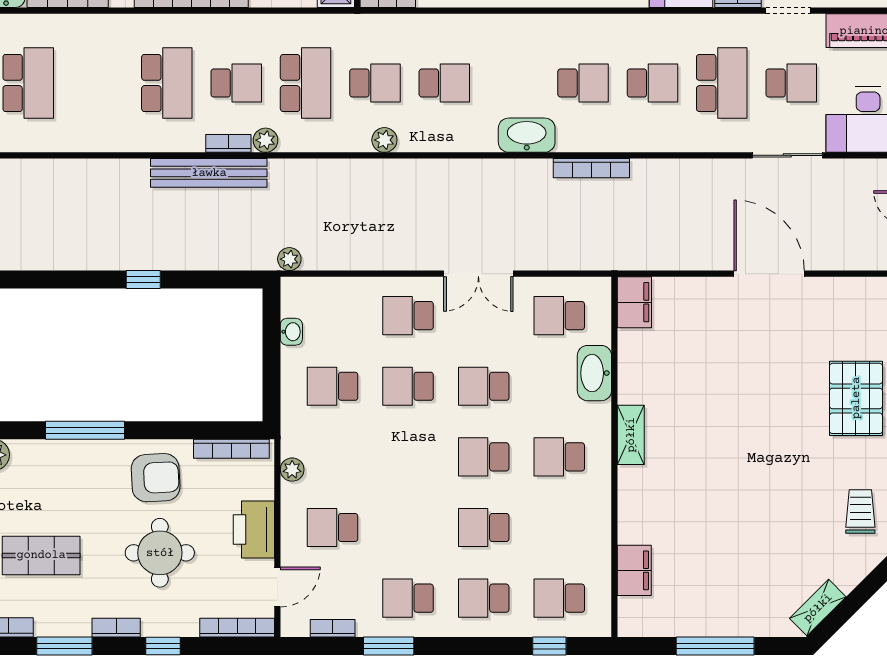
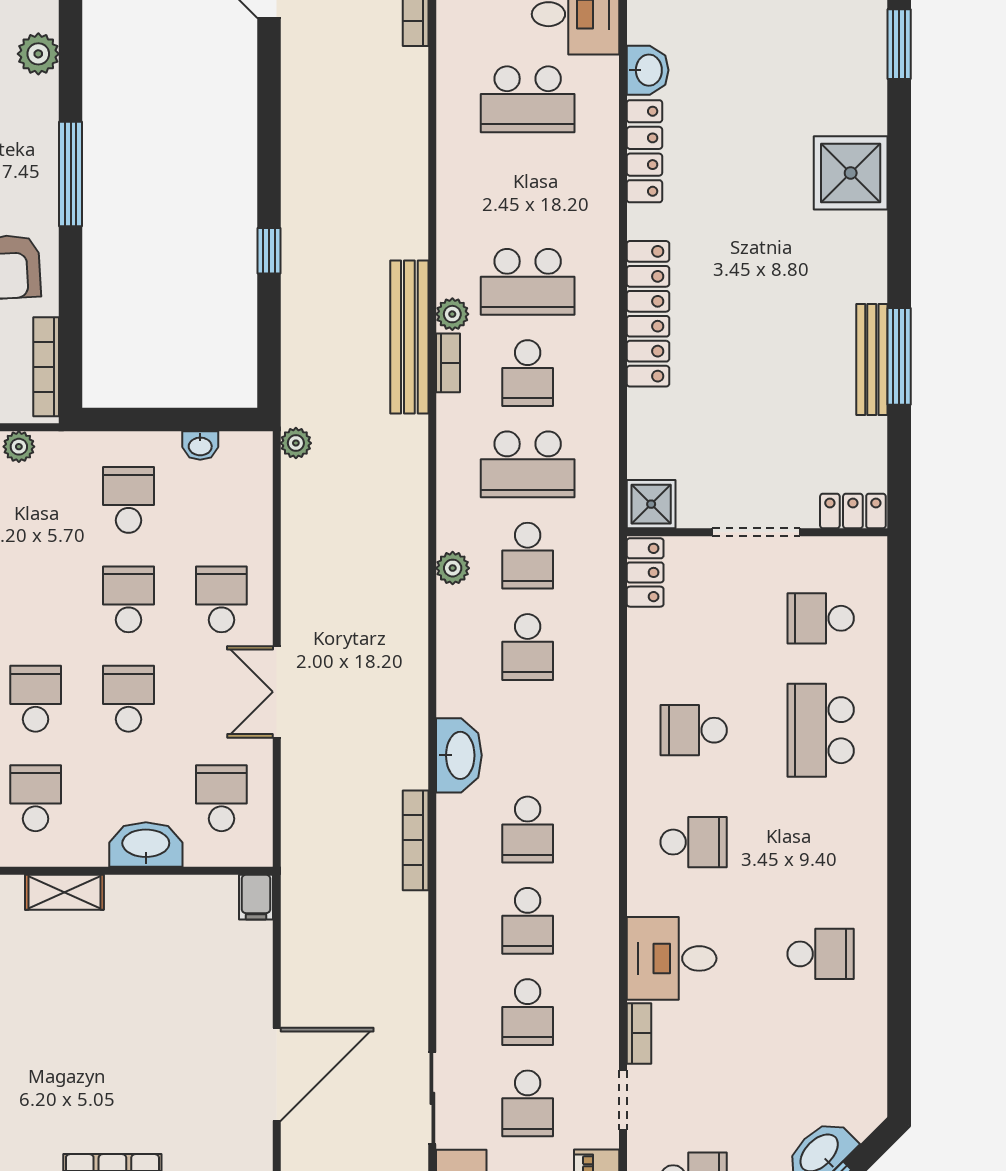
school desk: (722, 83) -> (528, 1012), width x0.54
plant: (265, 140) -> (452, 314), moved
filing cabinet: (634, 302) -> (256, 897), width x0.50

